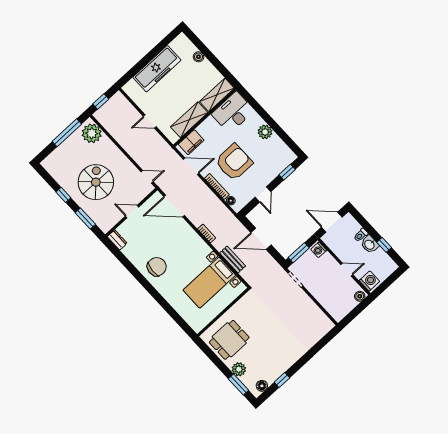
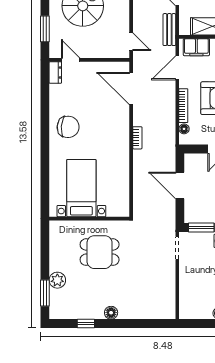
door: (191, 166) -> (177, 68), swing flipped
door: (132, 212) -> (71, 60), moved
bench: (233, 259) -> (169, 30), moved
bed with nightstands: (209, 283) -> (81, 188), moved, turned 90
dining table: (229, 340) -> (100, 252), moved
floor lamp: (262, 386) -> (111, 313), moved

